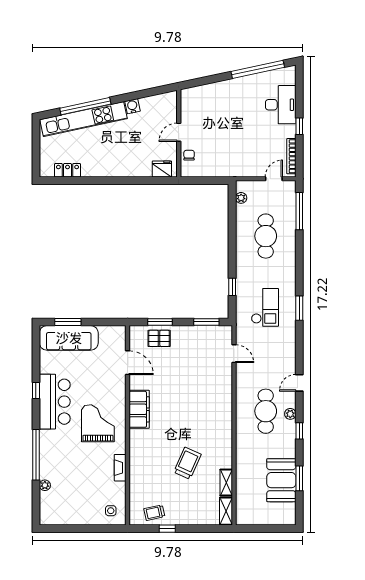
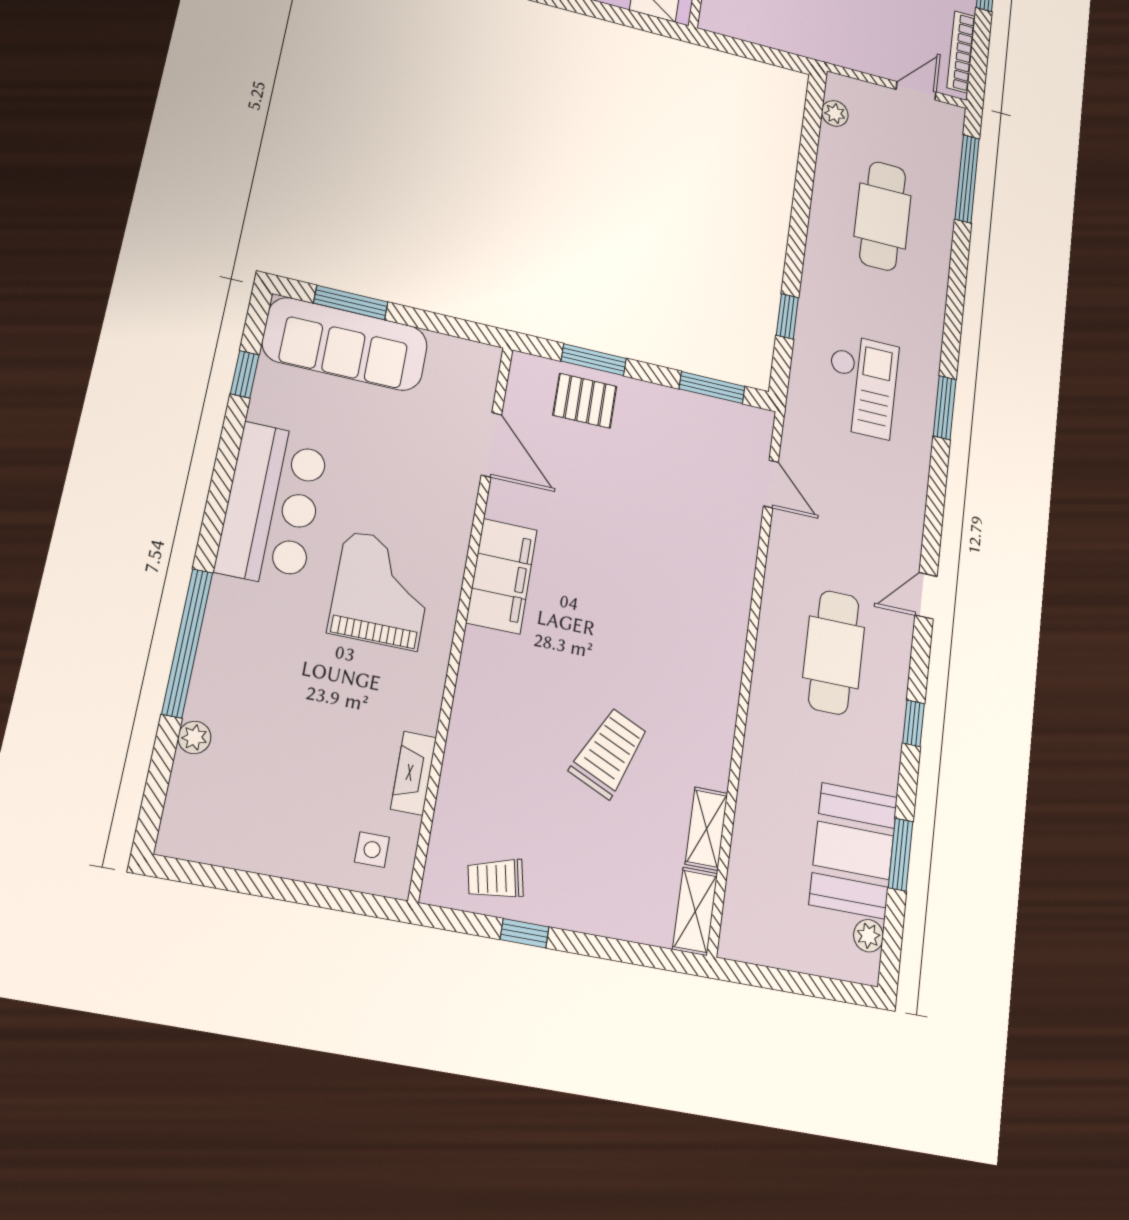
window: (36, 390) -> (245, 374), moved
plant: (290, 414) -> (868, 936), moved
fireplace: (120, 468) -> (414, 773), moved

